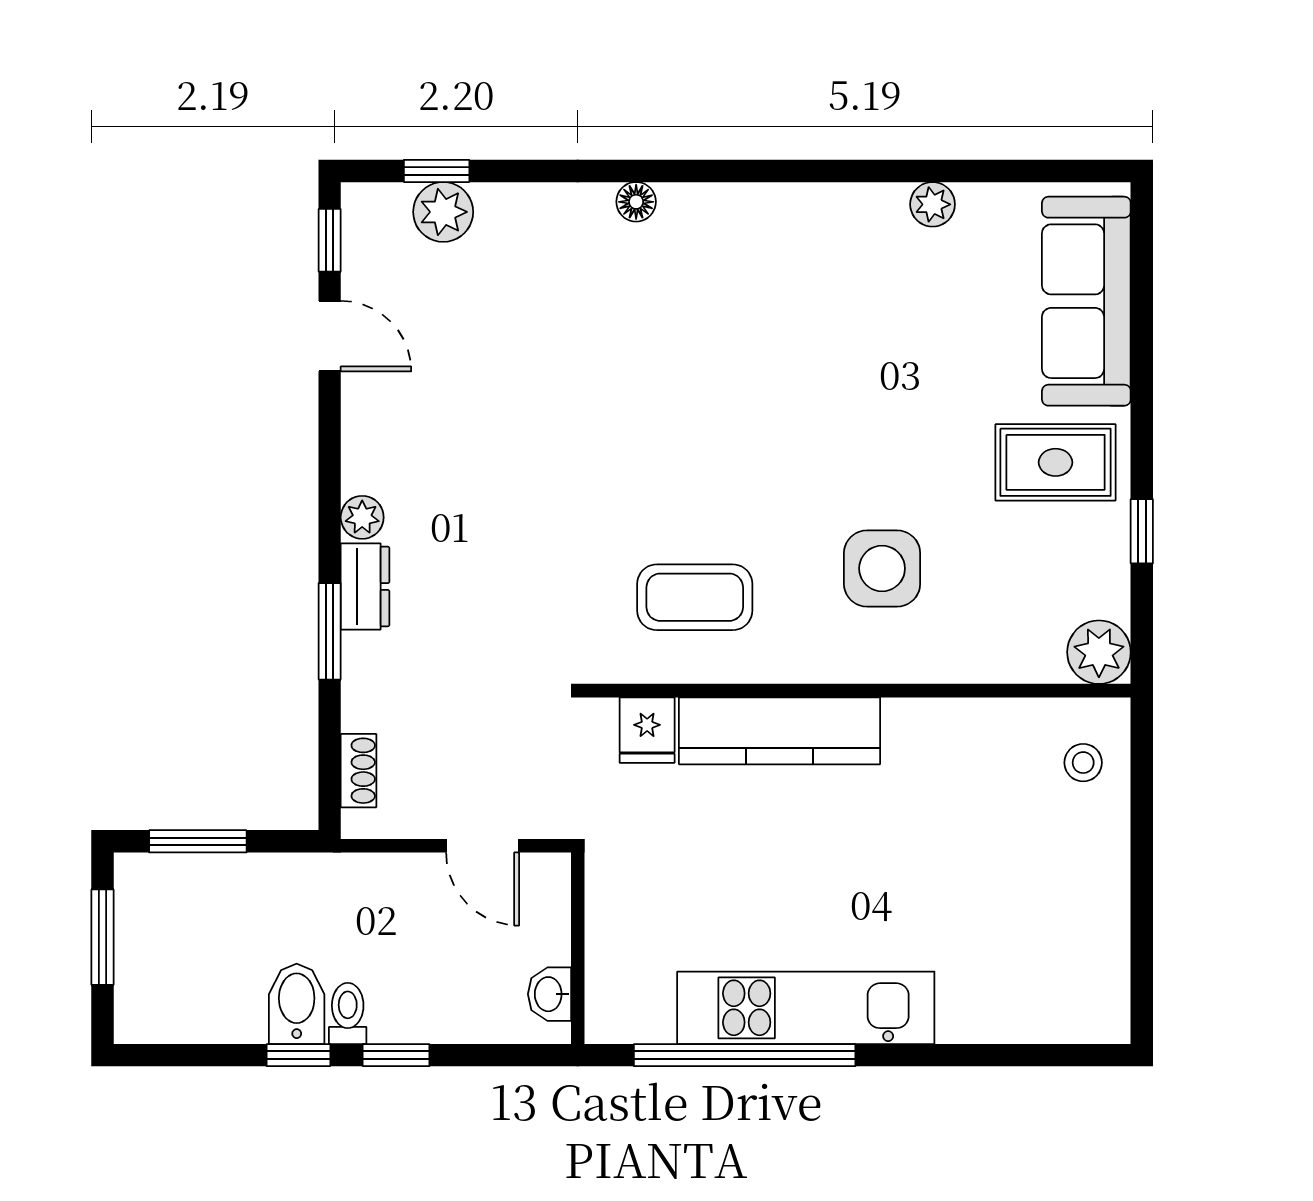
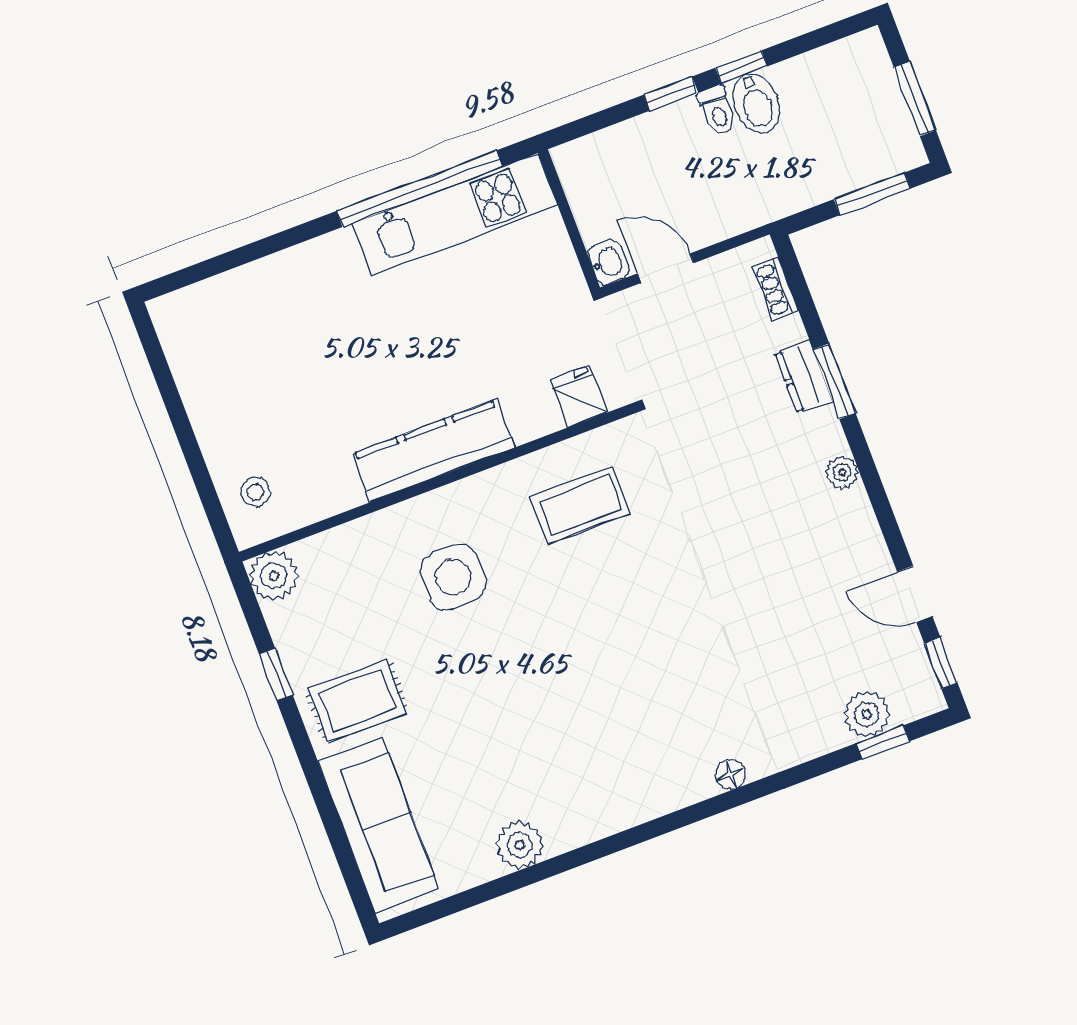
plant: (933, 204) -> (520, 845), width x1.38, depth x1.38
dresser: (365, 587) -> (803, 377), moved
kitchen counter: (780, 731) -> (433, 451), moved
washbasin: (550, 994) -> (608, 262), moved
kitchen unit: (806, 1008) -> (455, 214), moved

